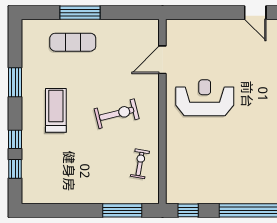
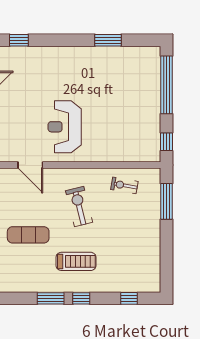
exercise mat: (73, 42) -> (28, 235), moved, turned 90
treadmill: (56, 110) -> (76, 261), turned 180
window: (15, 139) -> (81, 298), moved

